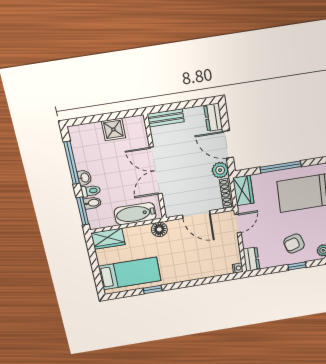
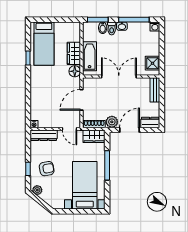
shower: (113, 129) -> (153, 63), moved
washing machine: (75, 132) -> (155, 27), added
wardrobe: (108, 239) -> (74, 53), moved
armchair: (294, 244) -> (47, 169), turned 97
dresser: (251, 259) -> (44, 135), width x1.44

